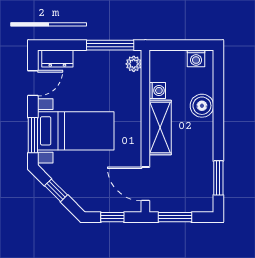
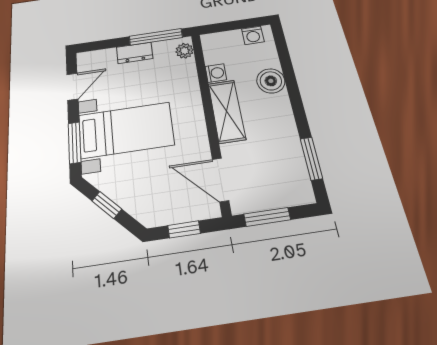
dresser: (57, 58) -> (135, 53), moved

